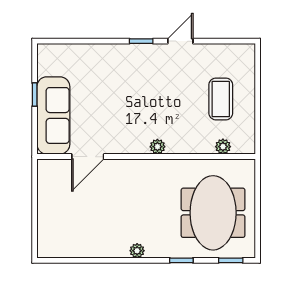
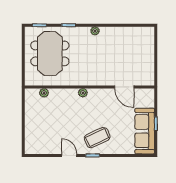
door: (180, 41) -> (69, 155), swing flipped
coffee table: (221, 99) -> (97, 138), moved, turned 65
sofa: (53, 115) -> (145, 131), moved
door: (88, 157) -> (124, 87), swing flipped

